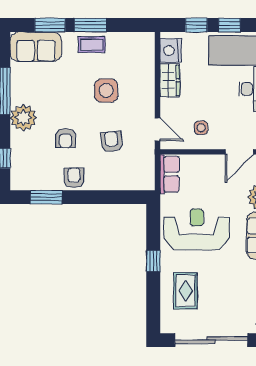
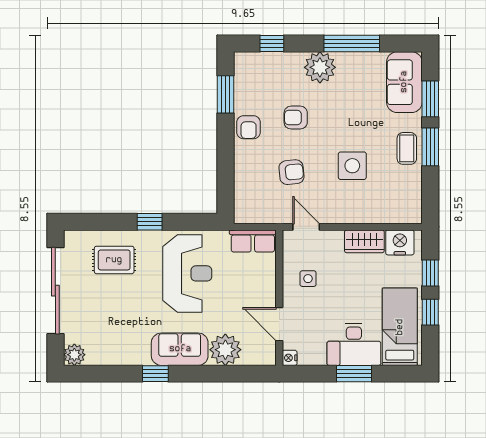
door: (158, 129) -> (306, 227), swing flipped
armchair: (74, 178) -> (249, 127), turned 90

